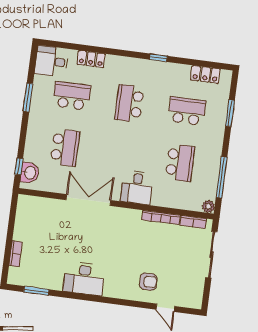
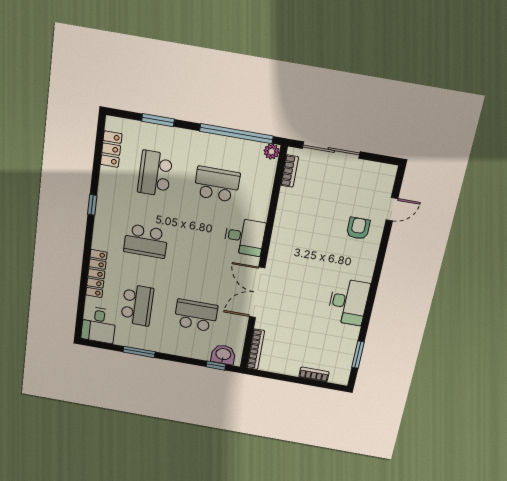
locker: (91, 59) -> (96, 274), width x1.53
school desk: (72, 96) -> (137, 305), turned 180
window: (222, 177) -> (236, 134), width x1.46
bookcase: (161, 217) -> (256, 349), moved

